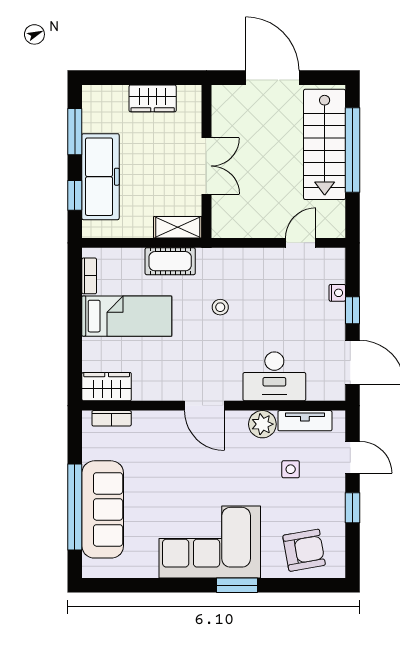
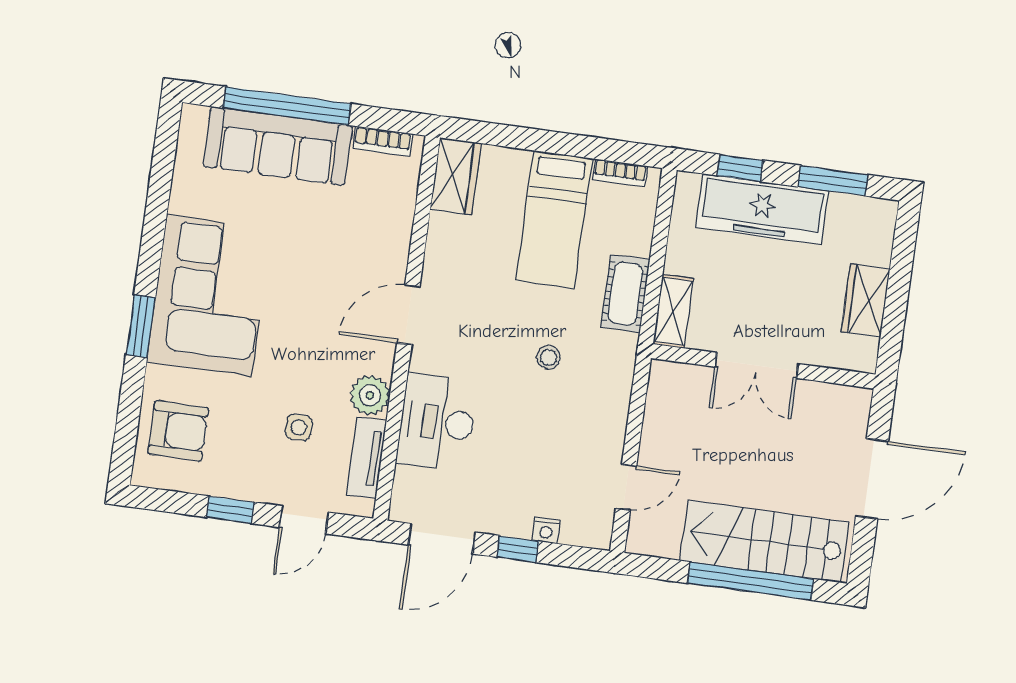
door: (301, 243) -> (626, 487), hinge flipped
bookcase: (112, 418) -> (382, 141), moved, turned -90
armchair: (304, 550) -> (178, 431), turned -80

